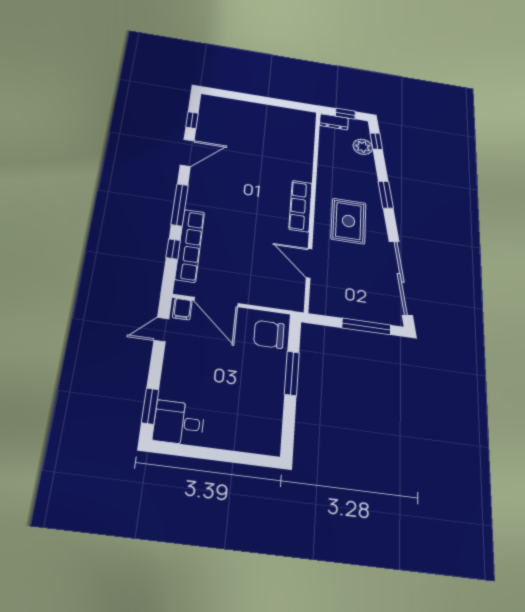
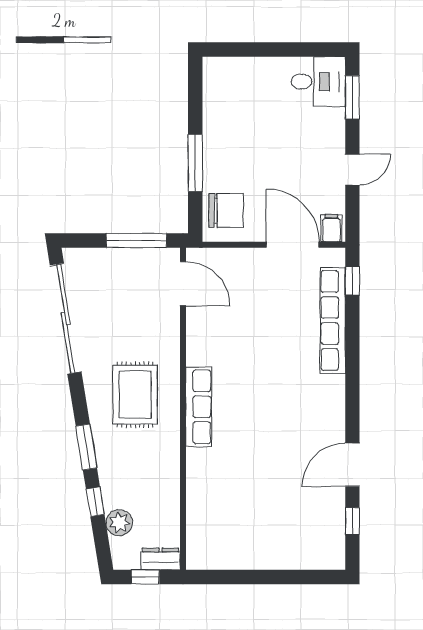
window: (376, 141) -> (95, 502), moved
window: (180, 205) -> (352, 380), removed
window: (173, 249) -> (352, 281), moved
door: (309, 263) -> (183, 284), moved
window: (366, 326) -> (136, 241), moved
door: (161, 330) -> (352, 169), moved

